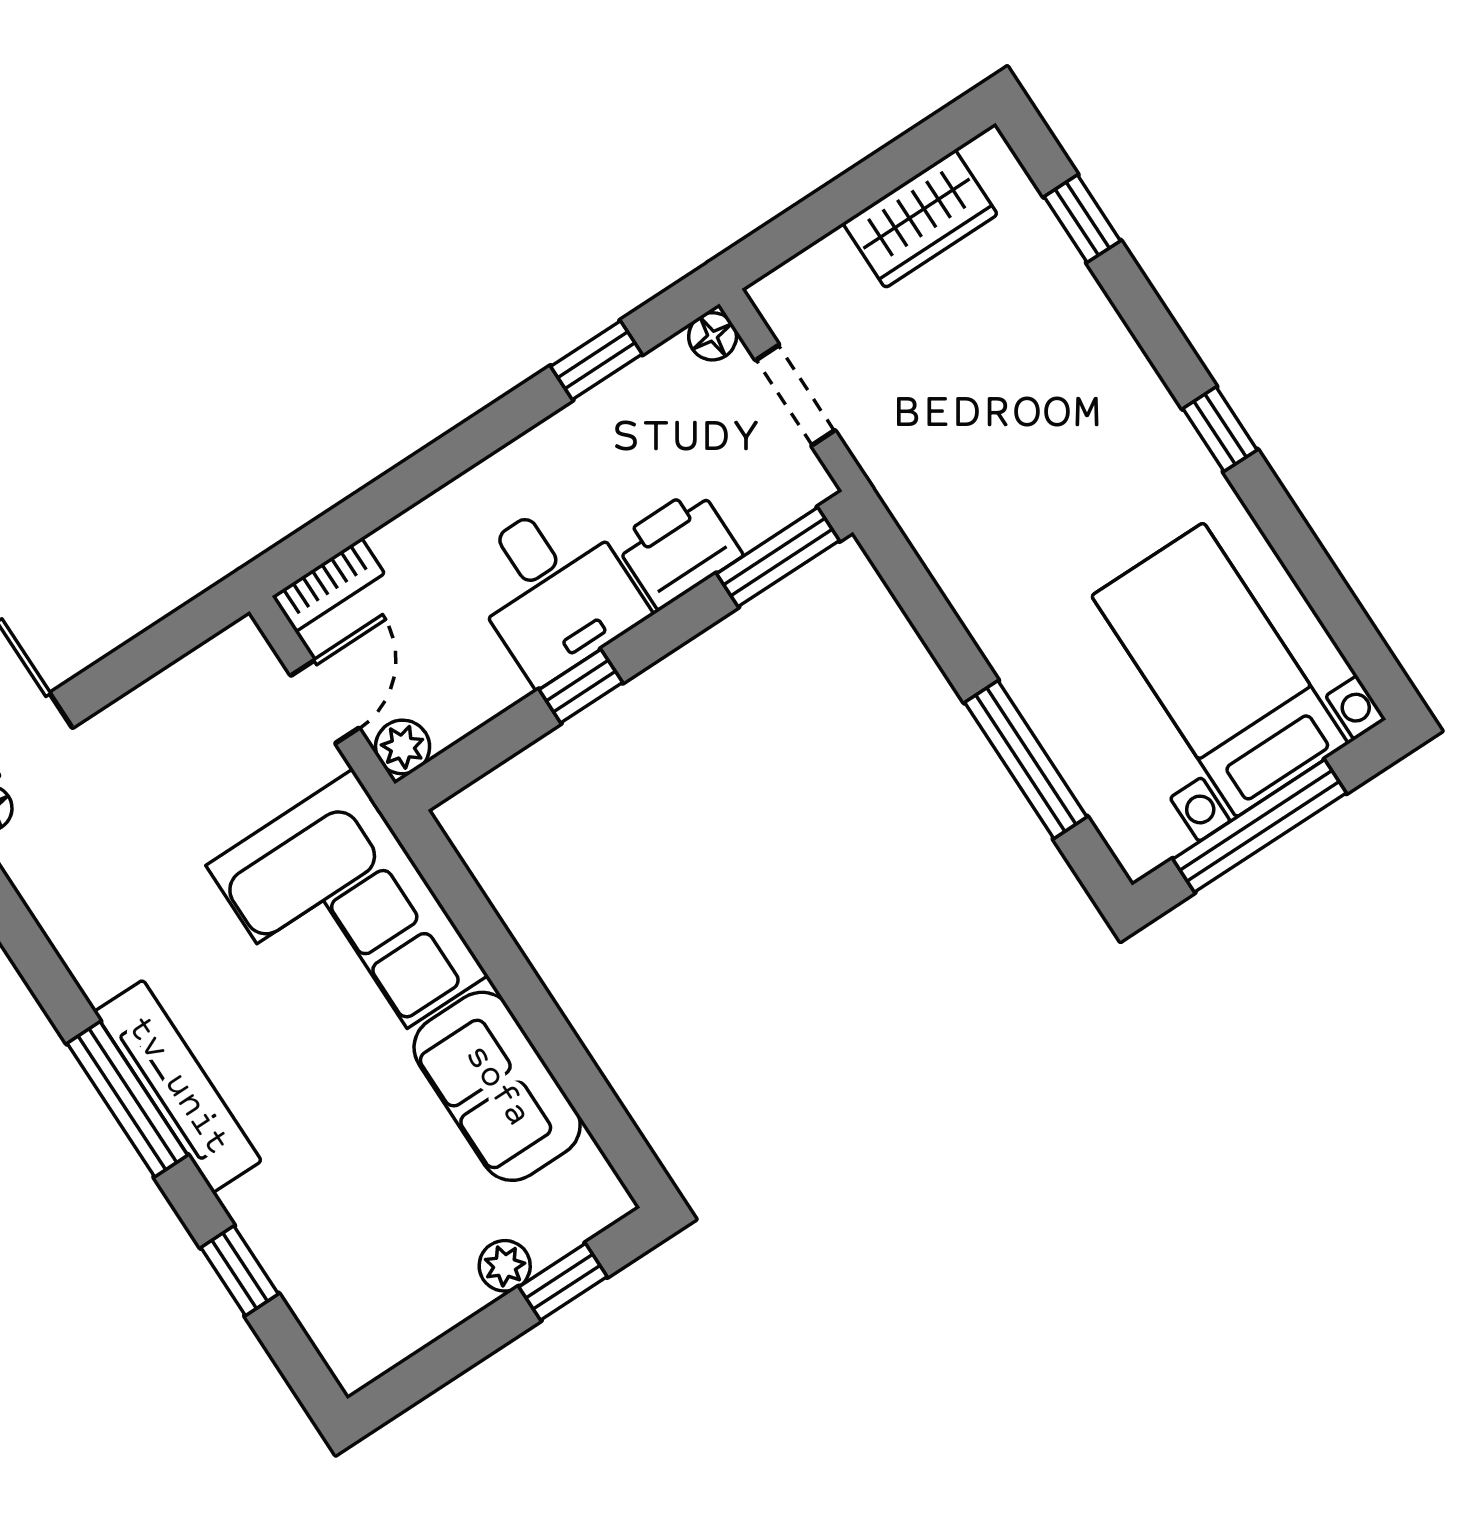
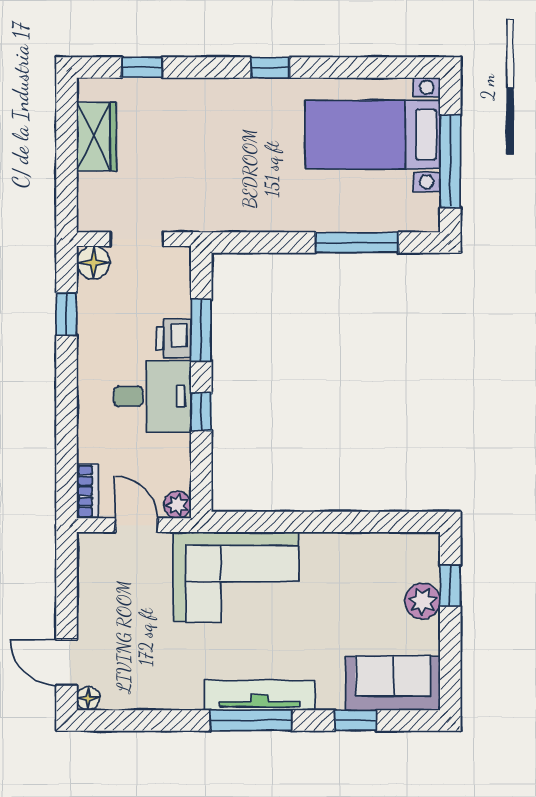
floor lamp: (713, 336) -> (93, 262), width x1.37, depth x1.37
printer: (678, 548) -> (174, 339), width x0.73, depth x0.81
window: (778, 557) -> (201, 330), moved
sofa: (497, 1086) -> (393, 683), moved, turned 180
plant: (505, 1266) -> (422, 601), width x1.38, depth x1.38

